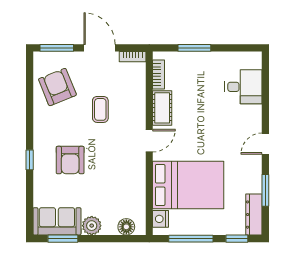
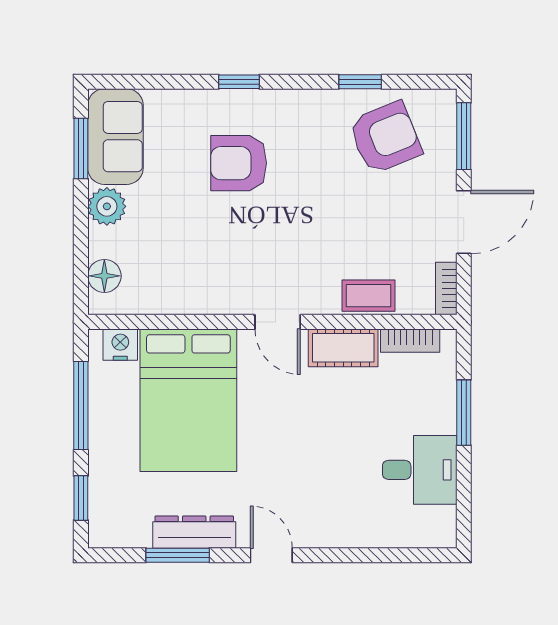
desk: (243, 87) -> (420, 470), moved, turned -90
window: (30, 100) -> (360, 82), added
coffee table: (100, 109) -> (368, 296), moved
dresser: (254, 215) -> (194, 532), moved

